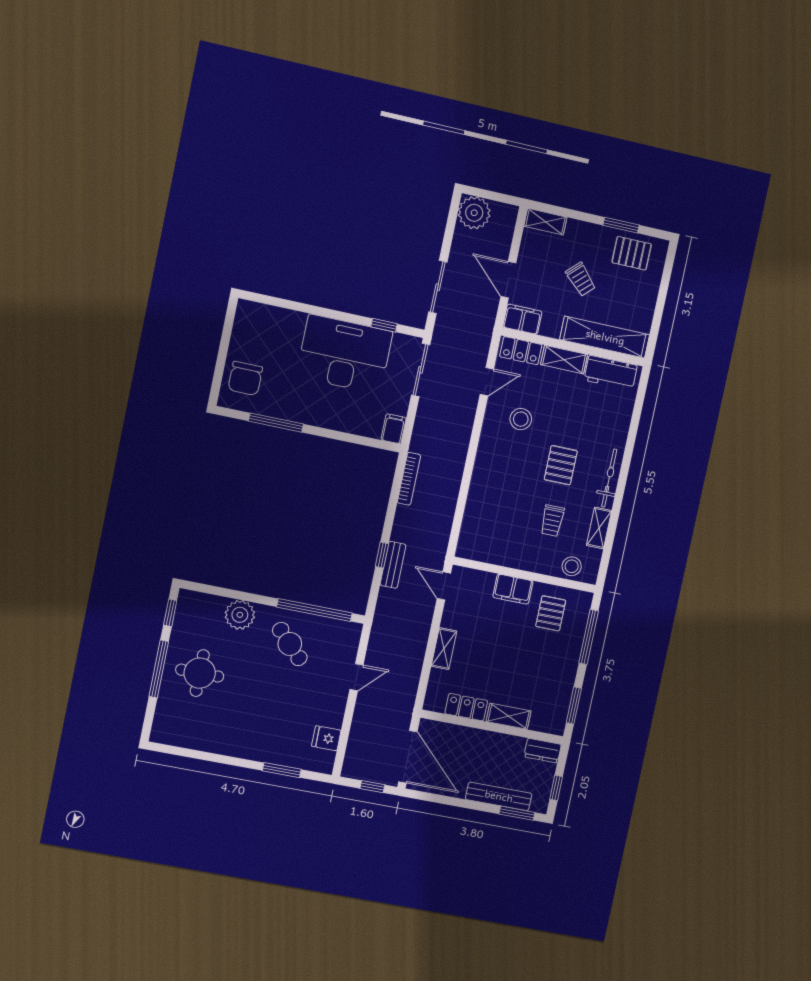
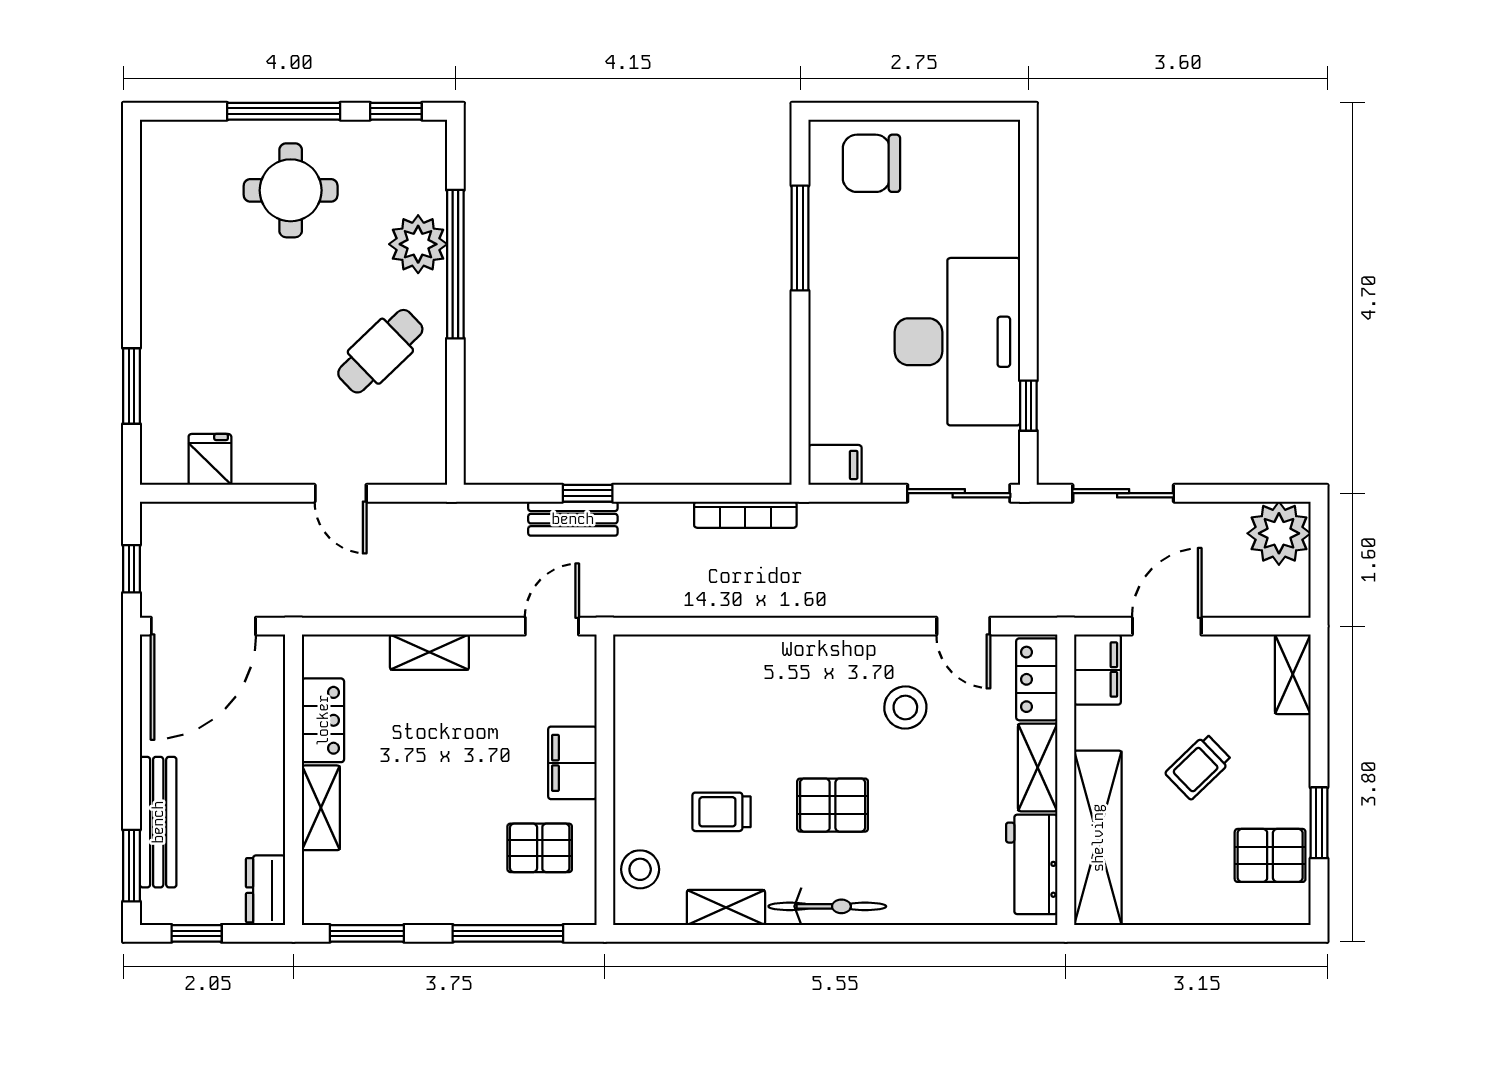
pallet: (632, 253) -> (1270, 855), turned 90
window: (315, 610) -> (455, 264), moved

